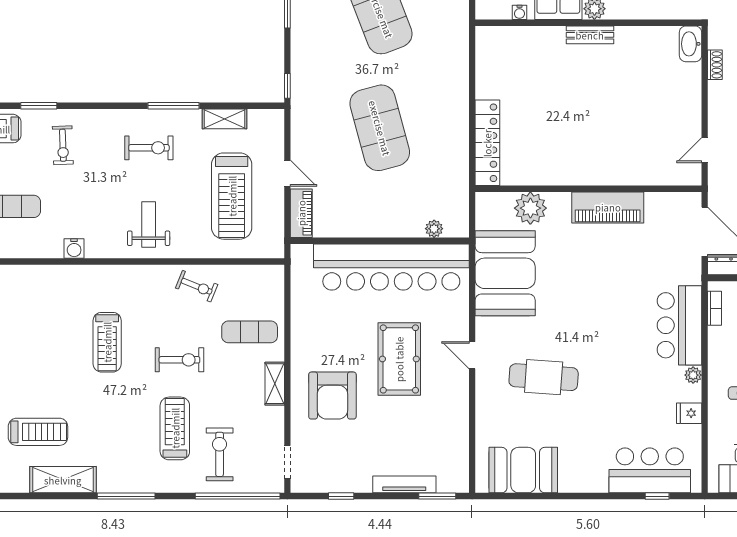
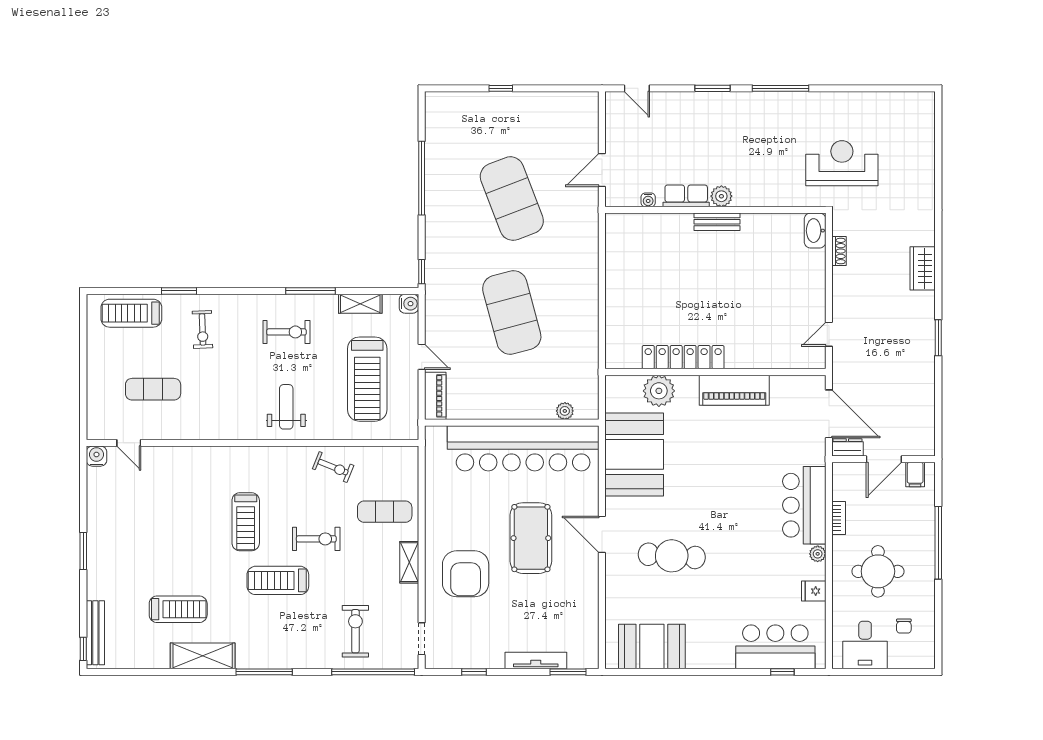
locker: (487, 143) -> (683, 357), moved, turned -90
water cooler: (74, 248) -> (409, 304), moved, turned -90
bookcase: (715, 308) -> (839, 518), moved
door: (472, 355) -> (602, 534), width x1.38
treadmill: (175, 428) -> (278, 580), moved, turned -90

